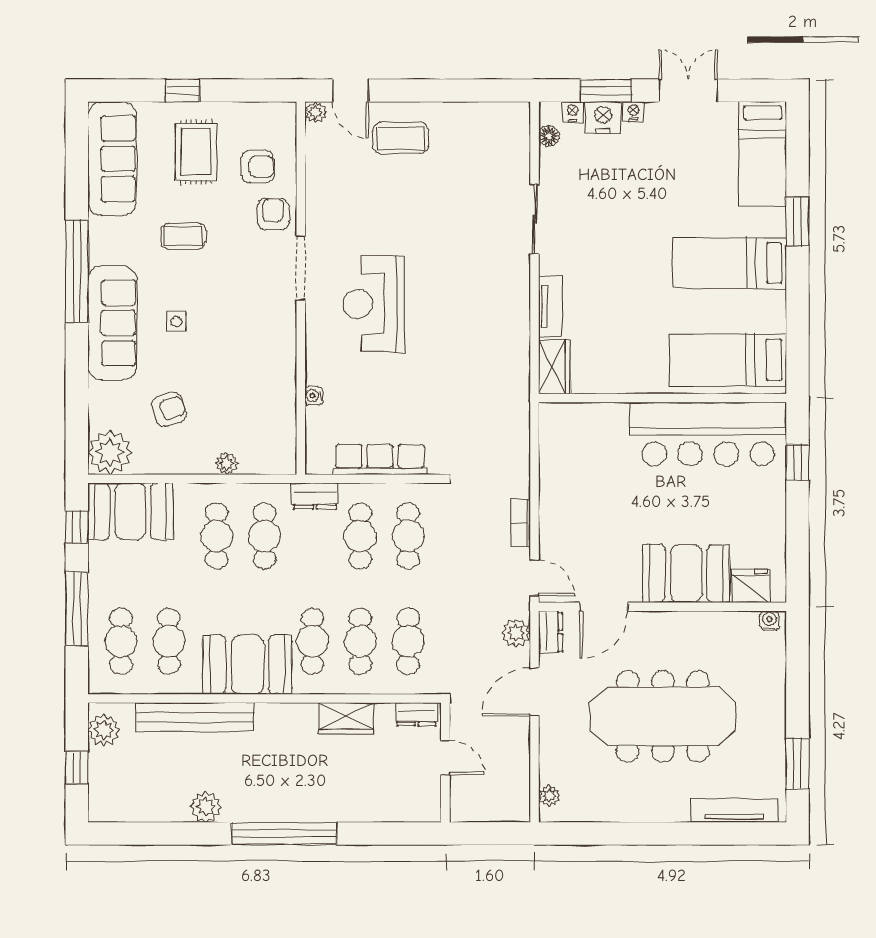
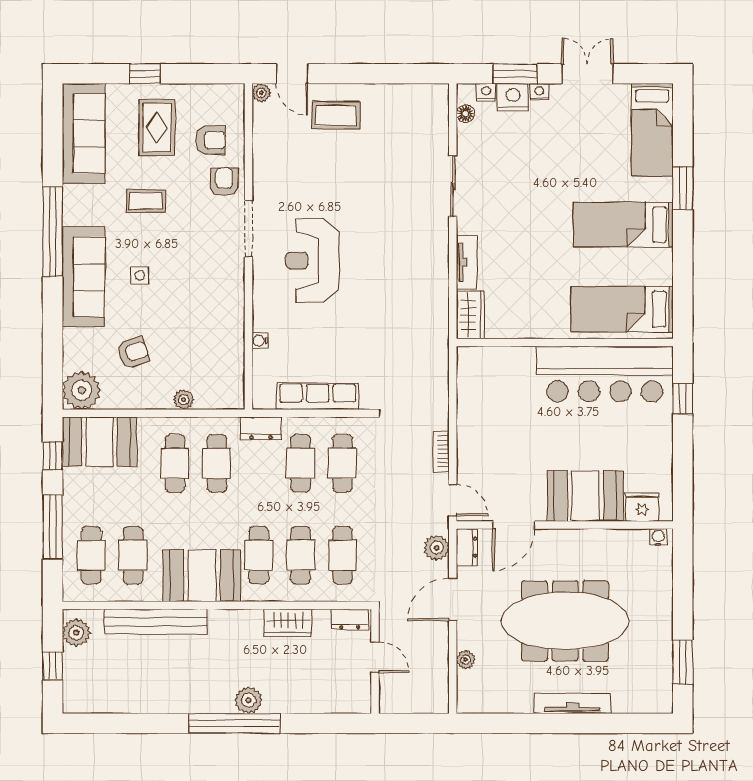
plant: (549, 796) -> (466, 660), moved
plant: (206, 807) -> (249, 700), moved
tv unit: (734, 811) -> (572, 703), moved

